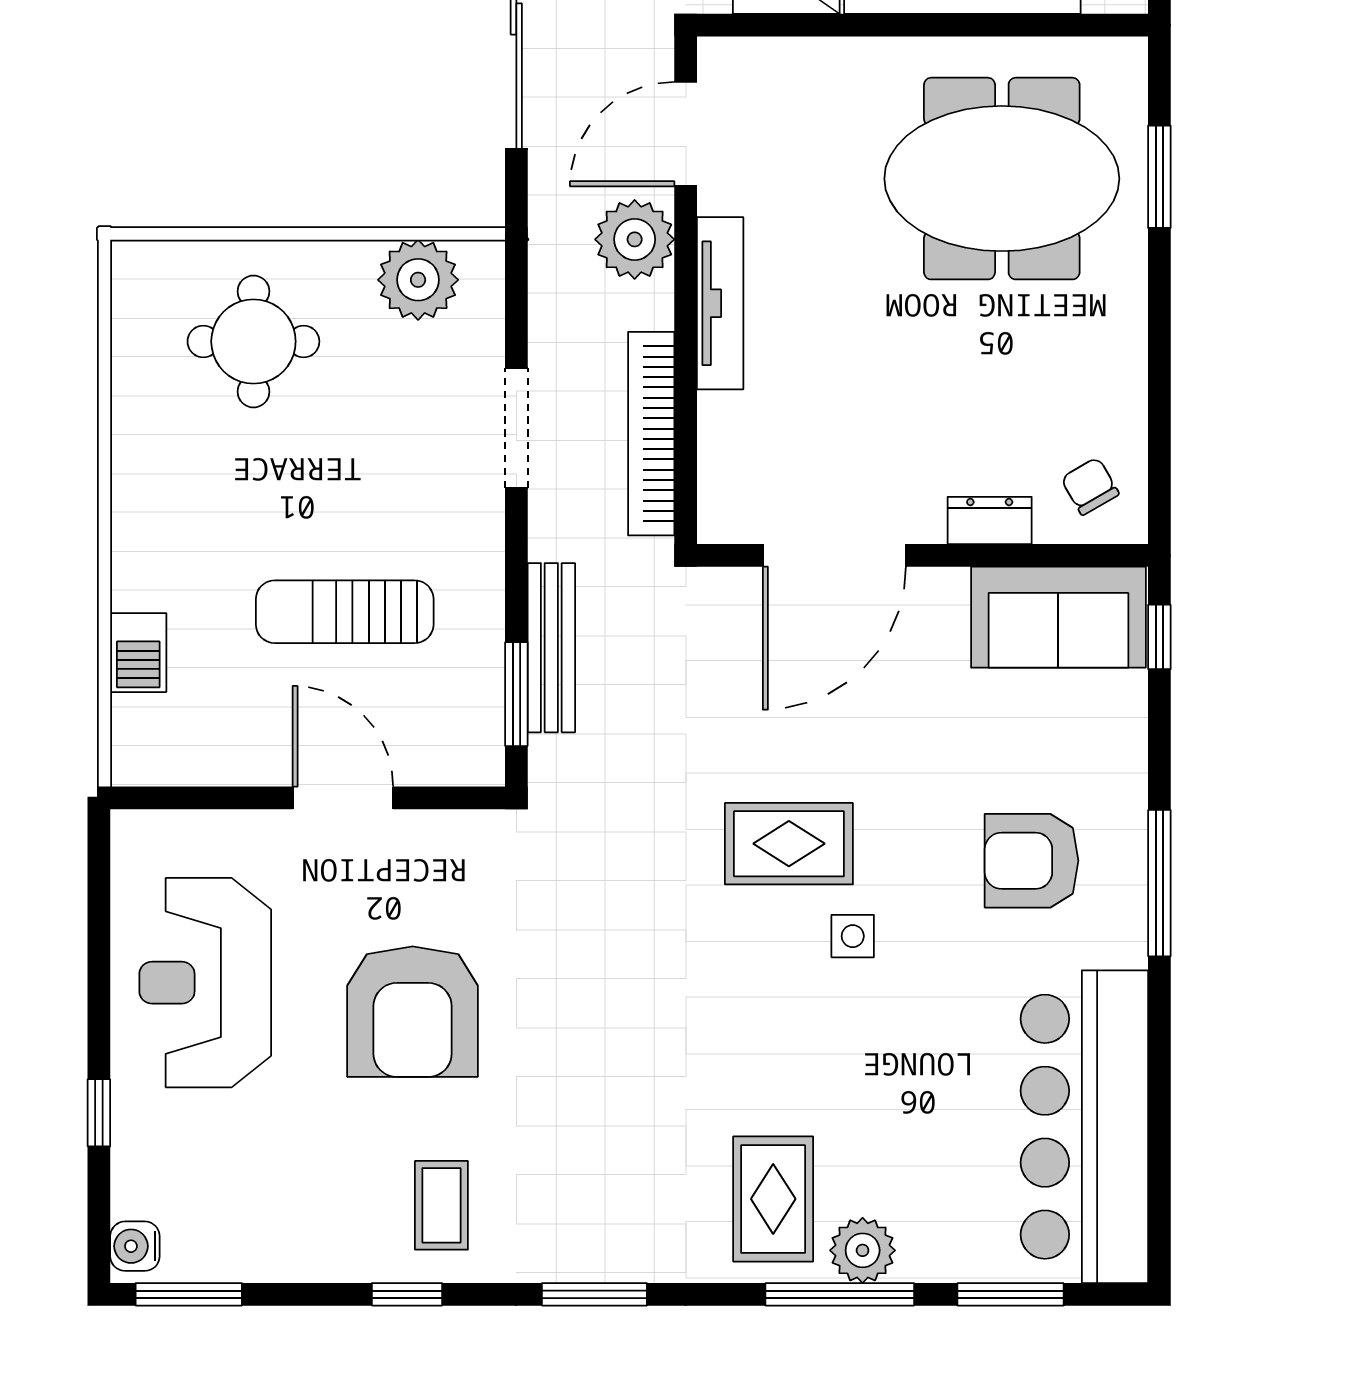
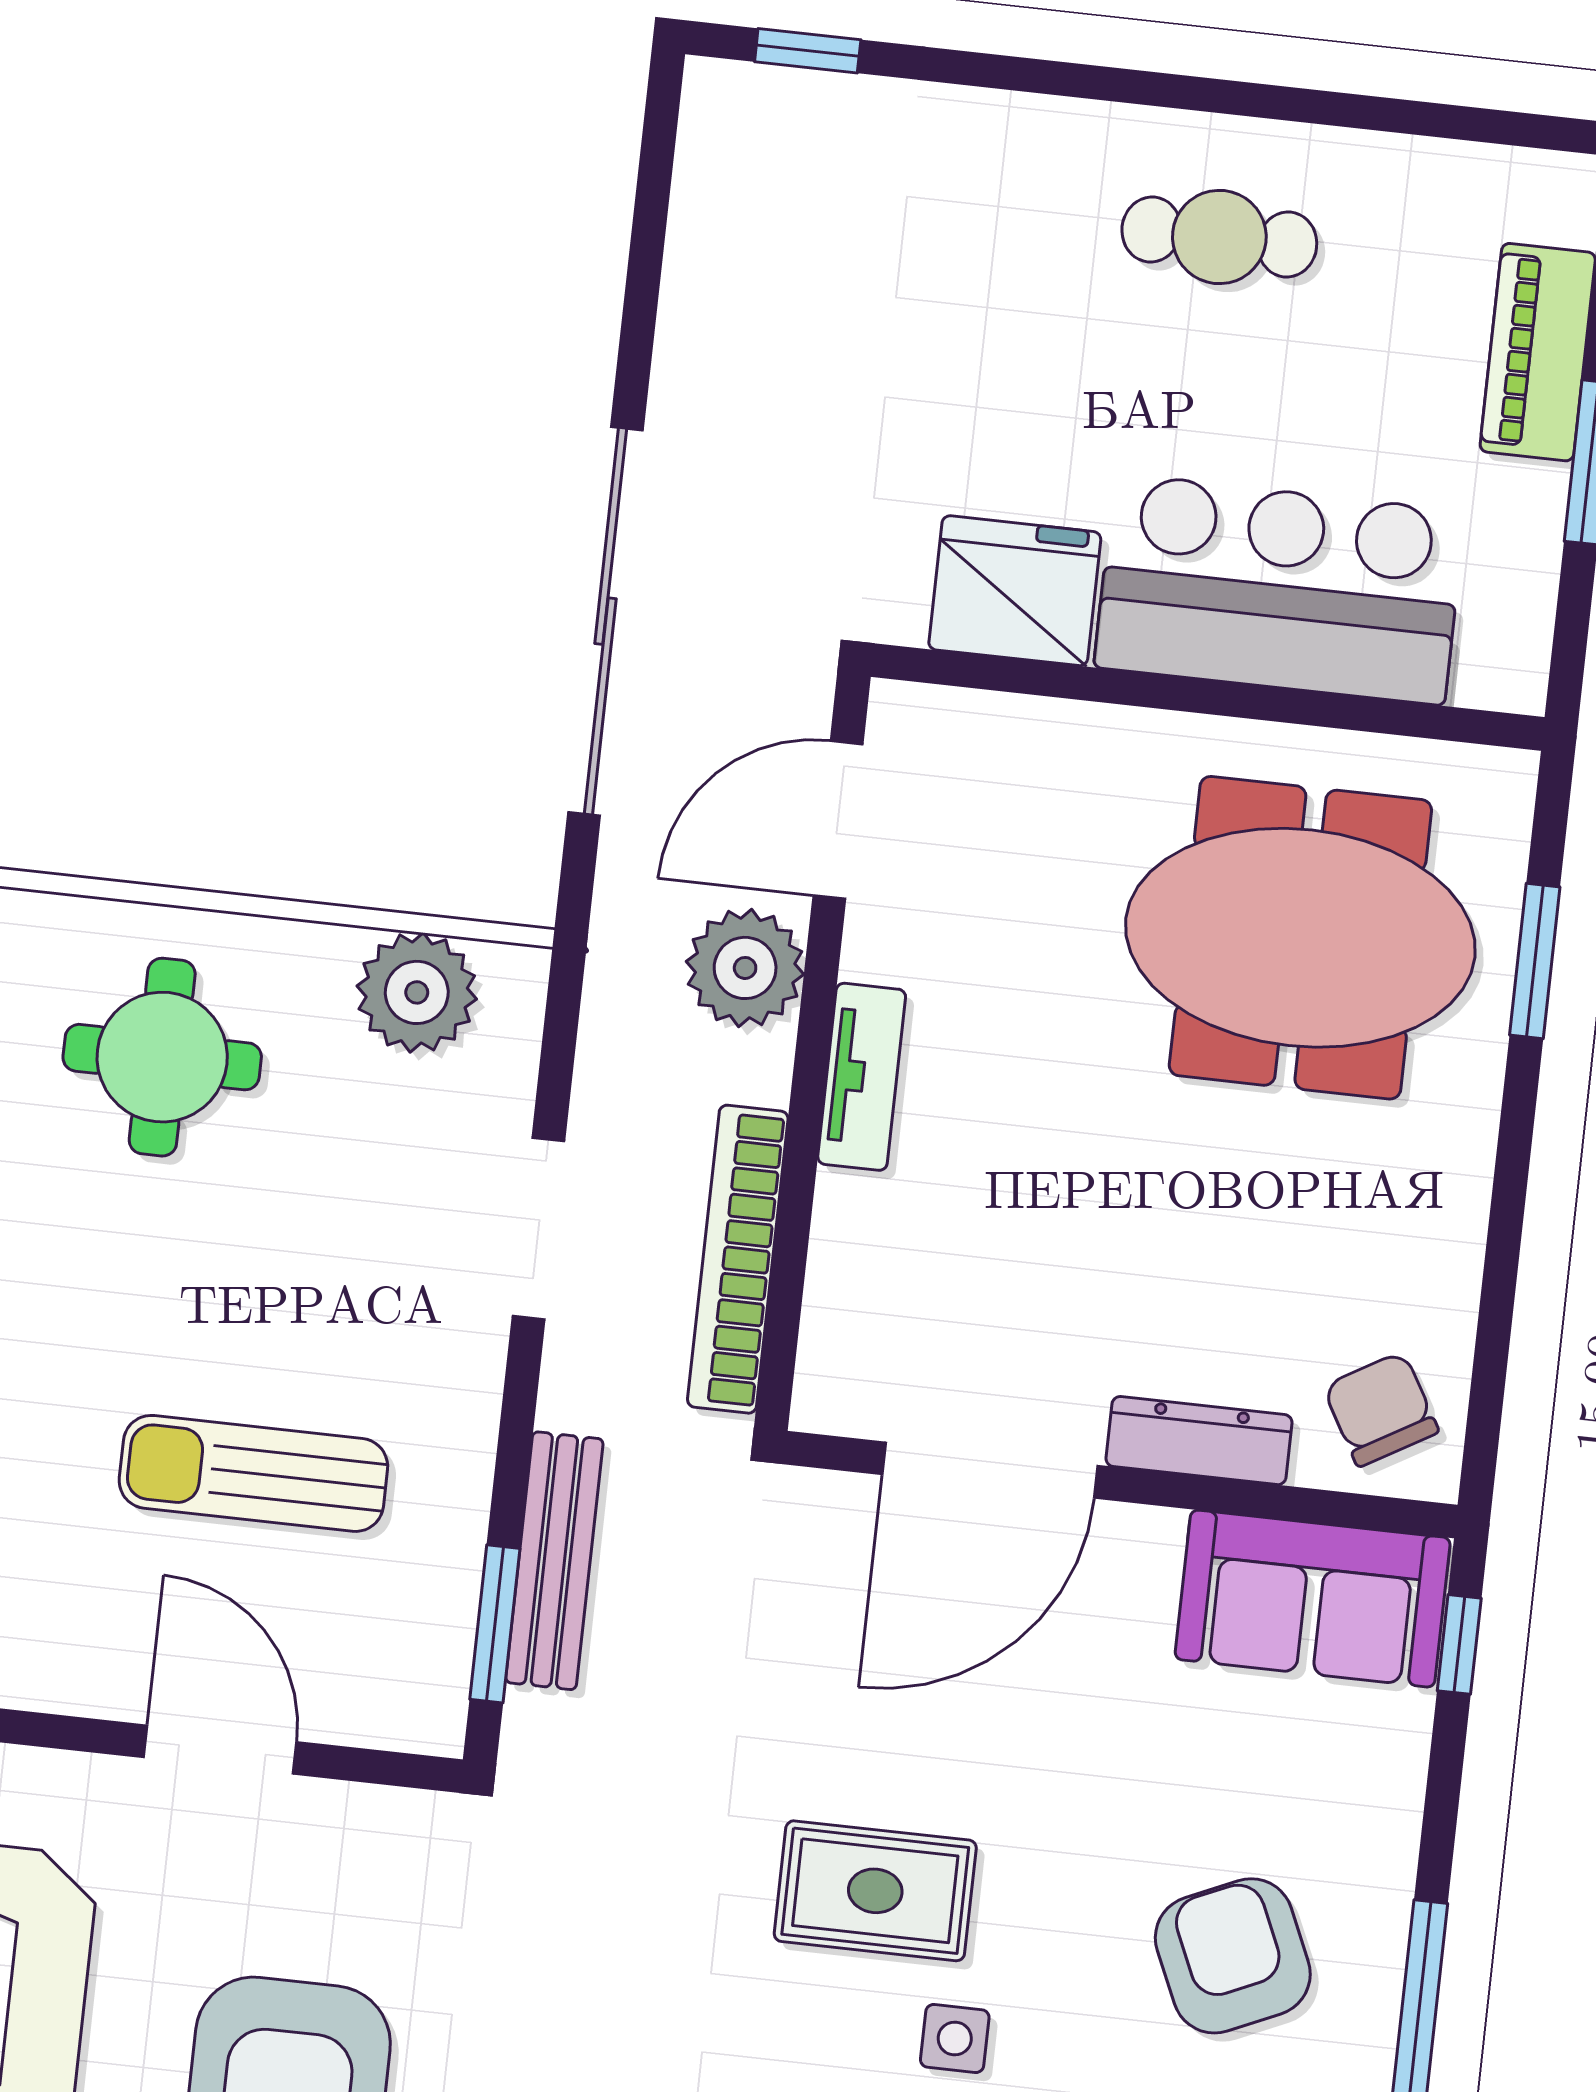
tv unit: (720, 303) -> (862, 1077), width x0.71
chair: (1090, 486) -> (1381, 1409), width x1.37, depth x1.37
dresser: (990, 520) -> (1199, 1441), width x1.44
armchair: (1032, 861) -> (1233, 1956), turned 66

